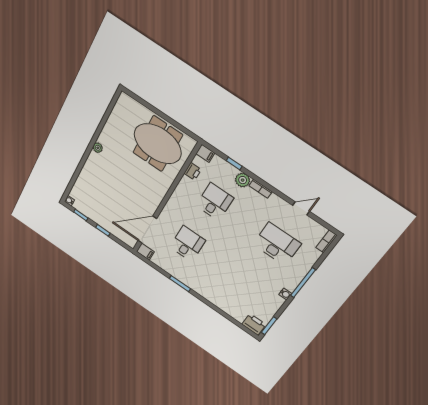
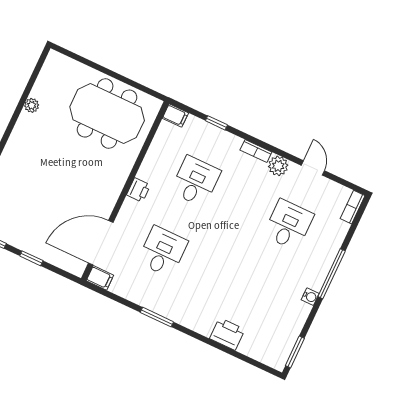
plant: (98, 148) -> (32, 105), moved
printer: (193, 171) -> (138, 190), moved
plant: (243, 180) -> (278, 166), moved
door: (301, 208) -> (313, 168), hinge flipped
desk: (277, 244) -> (288, 225), width x0.73
printer: (254, 324) -> (227, 334), moved

